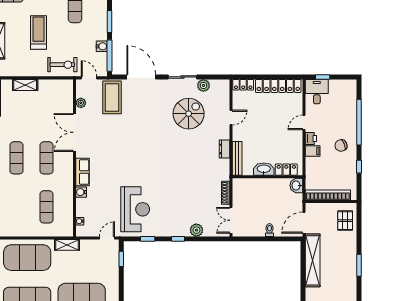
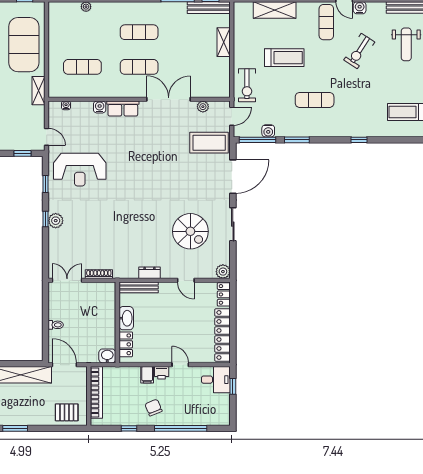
plant: (203, 85) -> (223, 272), moved
plant: (196, 230) -> (56, 221), moved

